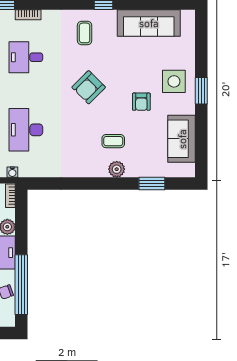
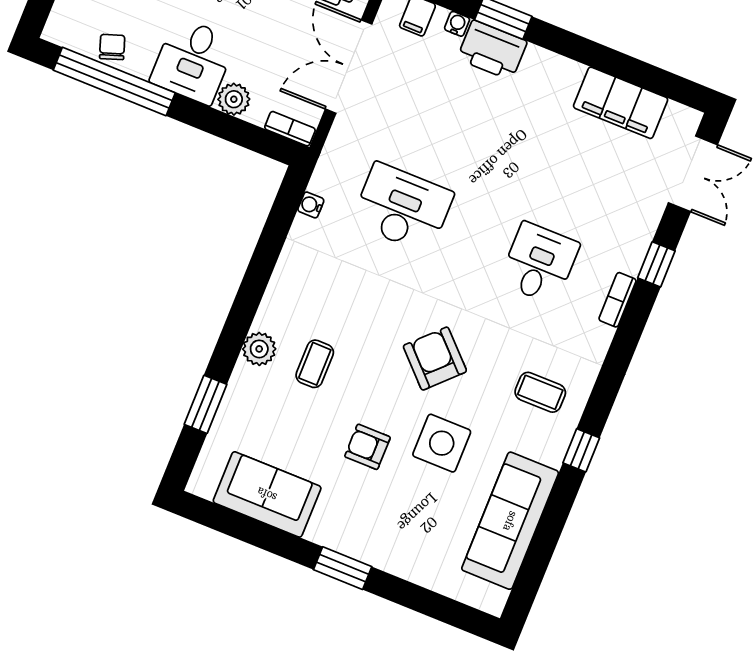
side table: (174, 81) -> (442, 443), moved
water cooler: (12, 172) -> (311, 205), moved

